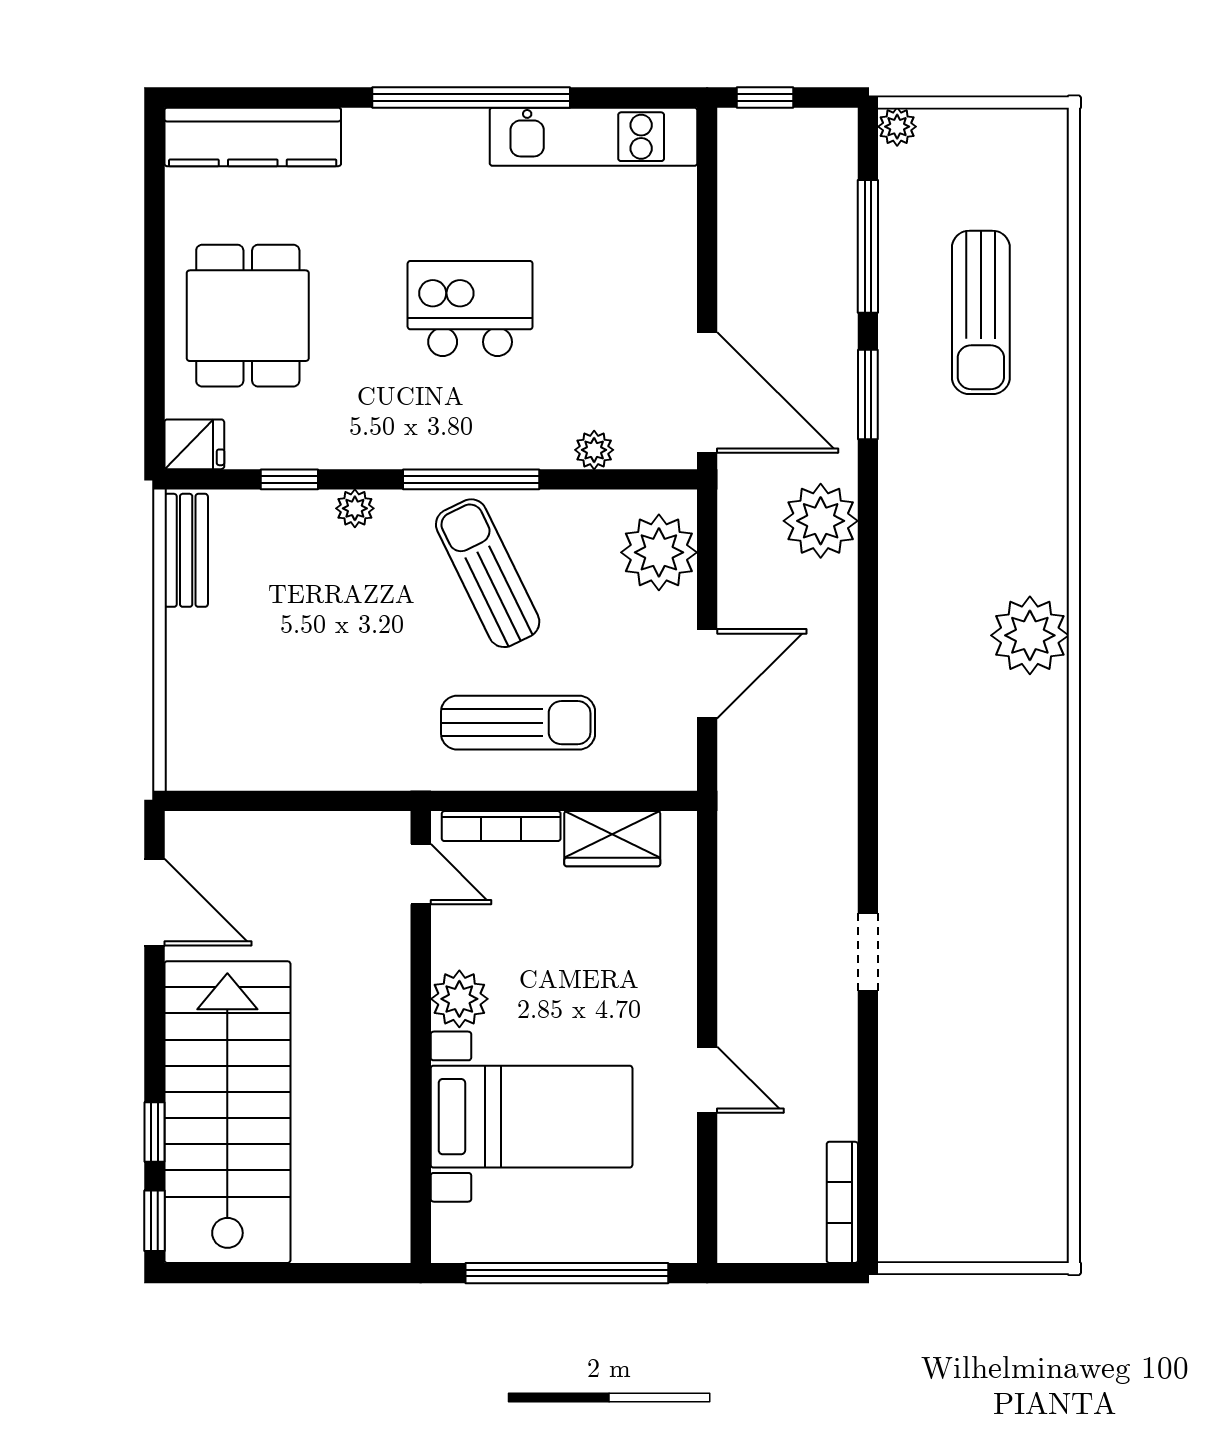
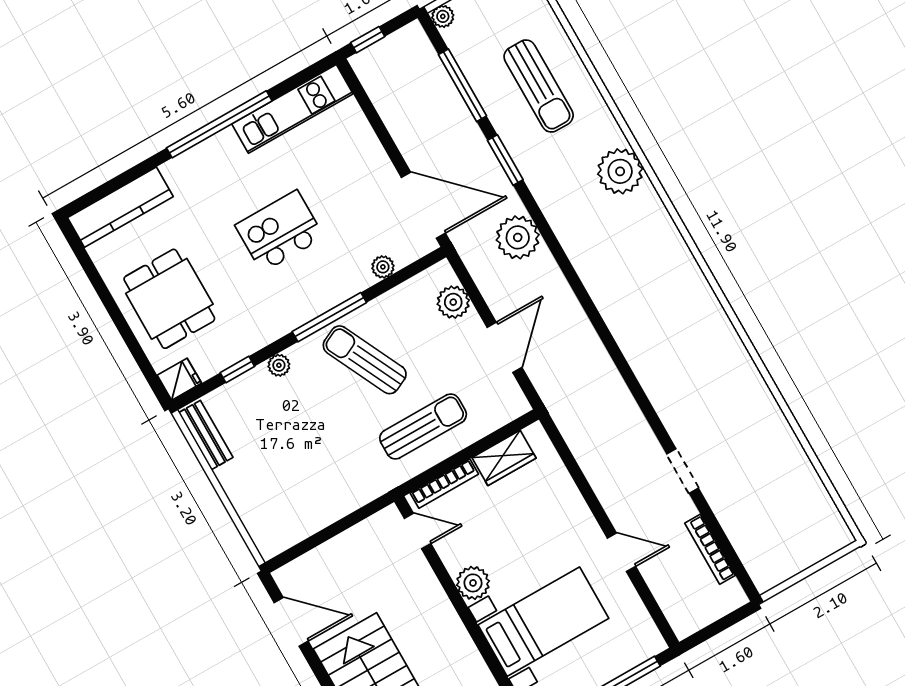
plant: (659, 552) -> (453, 302), width x0.73, depth x0.73
plant: (1030, 635) -> (620, 171), moved
doorway: (868, 952) -> (683, 471), moved
bookcase: (842, 1202) -> (710, 549), moved

